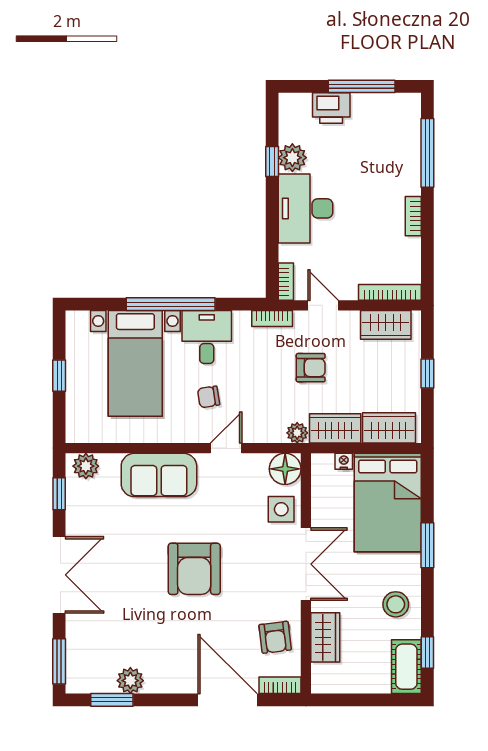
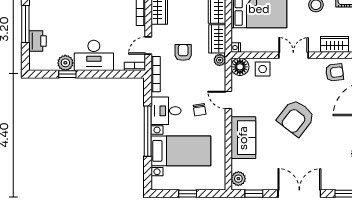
bookcase: (272, 319) -> (156, 74), width x1.56
nightstand: (344, 461) -> (236, 48), moved
double door: (306, 564) -> (293, 55), width x0.73
armchair: (194, 569) -> (296, 118), turned 128

